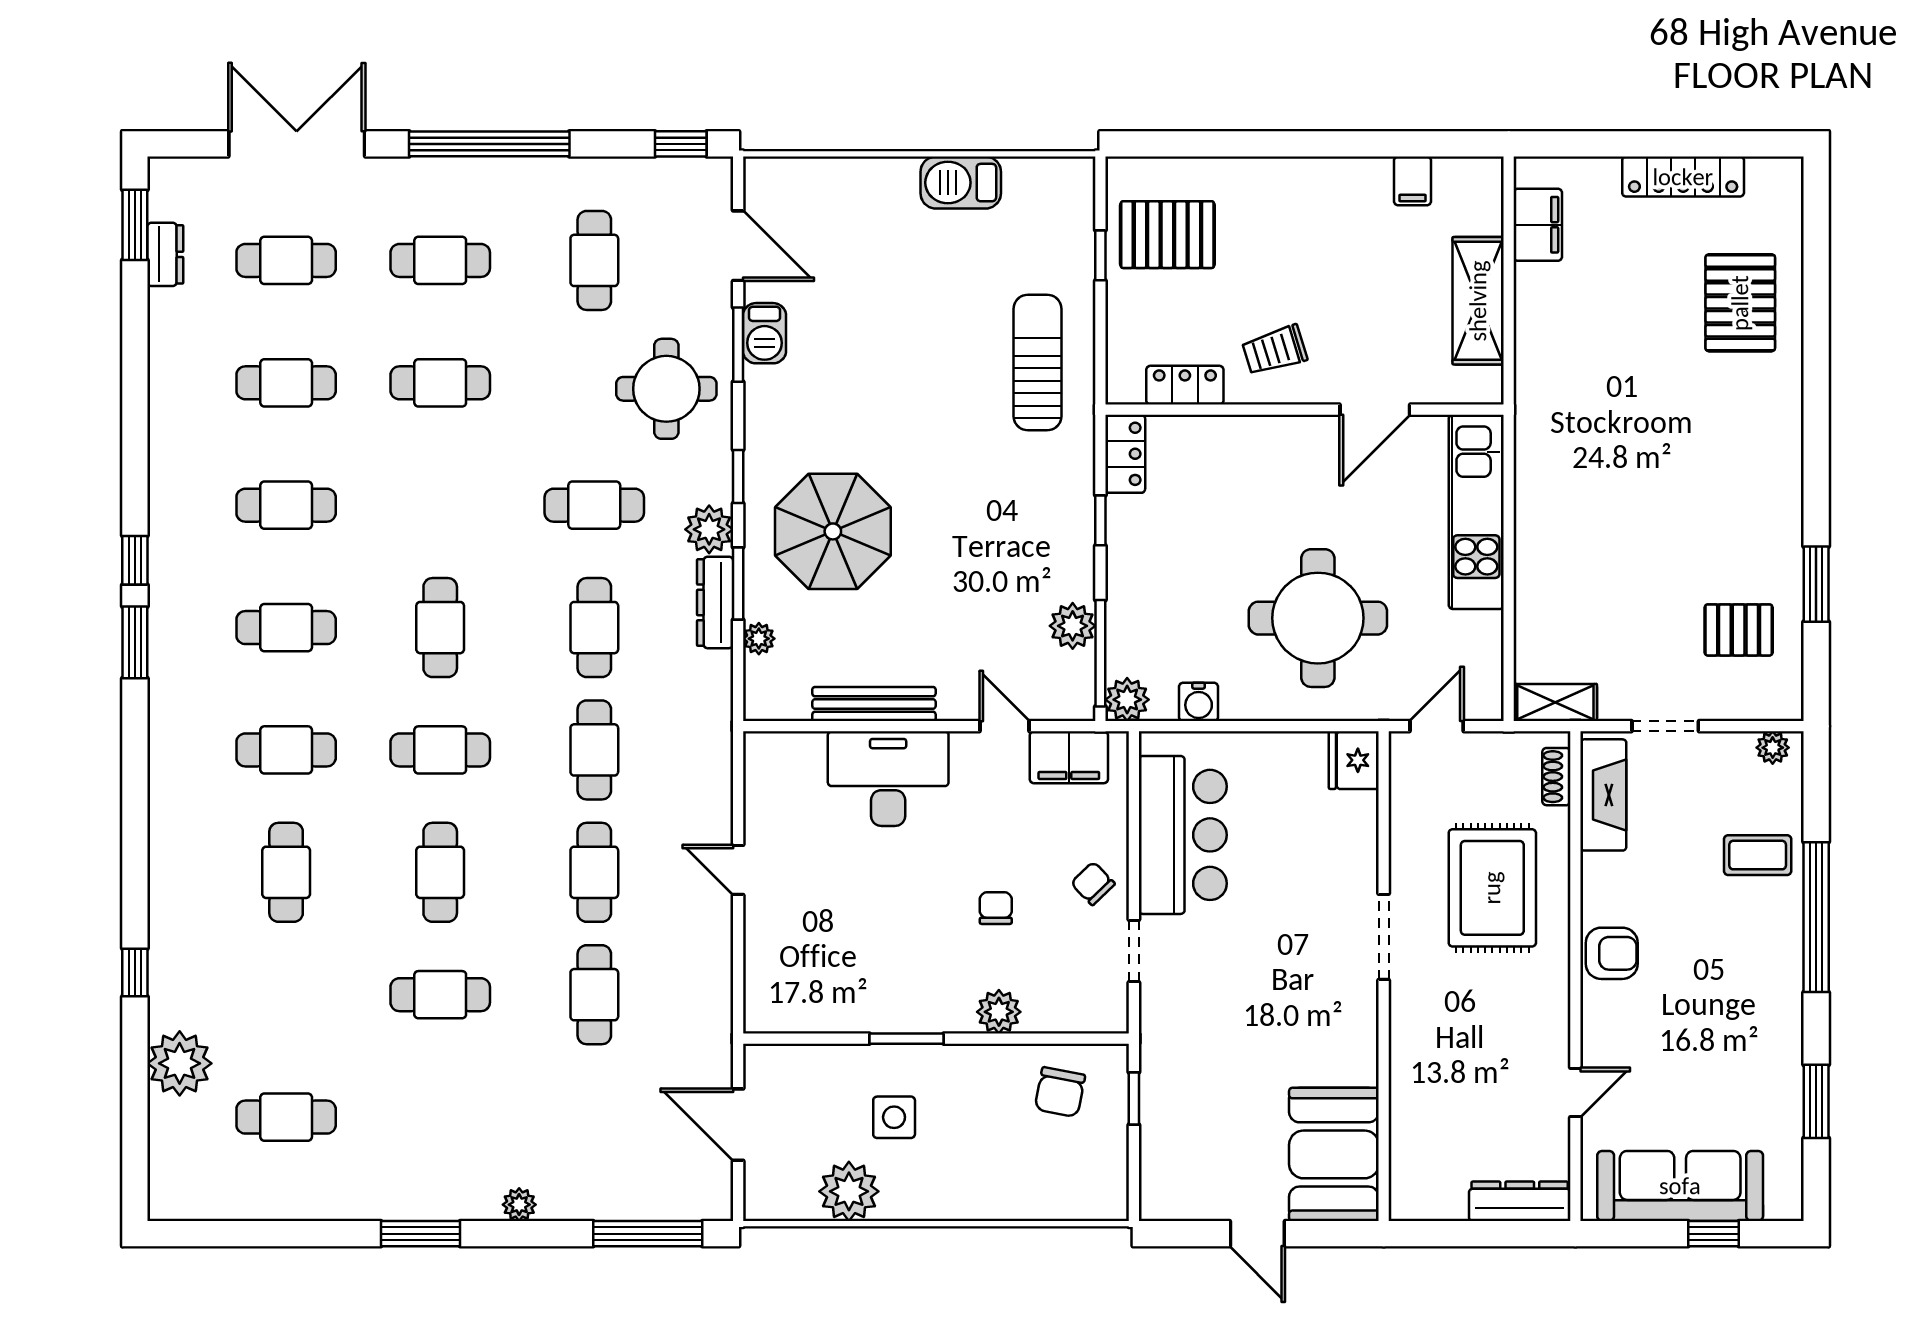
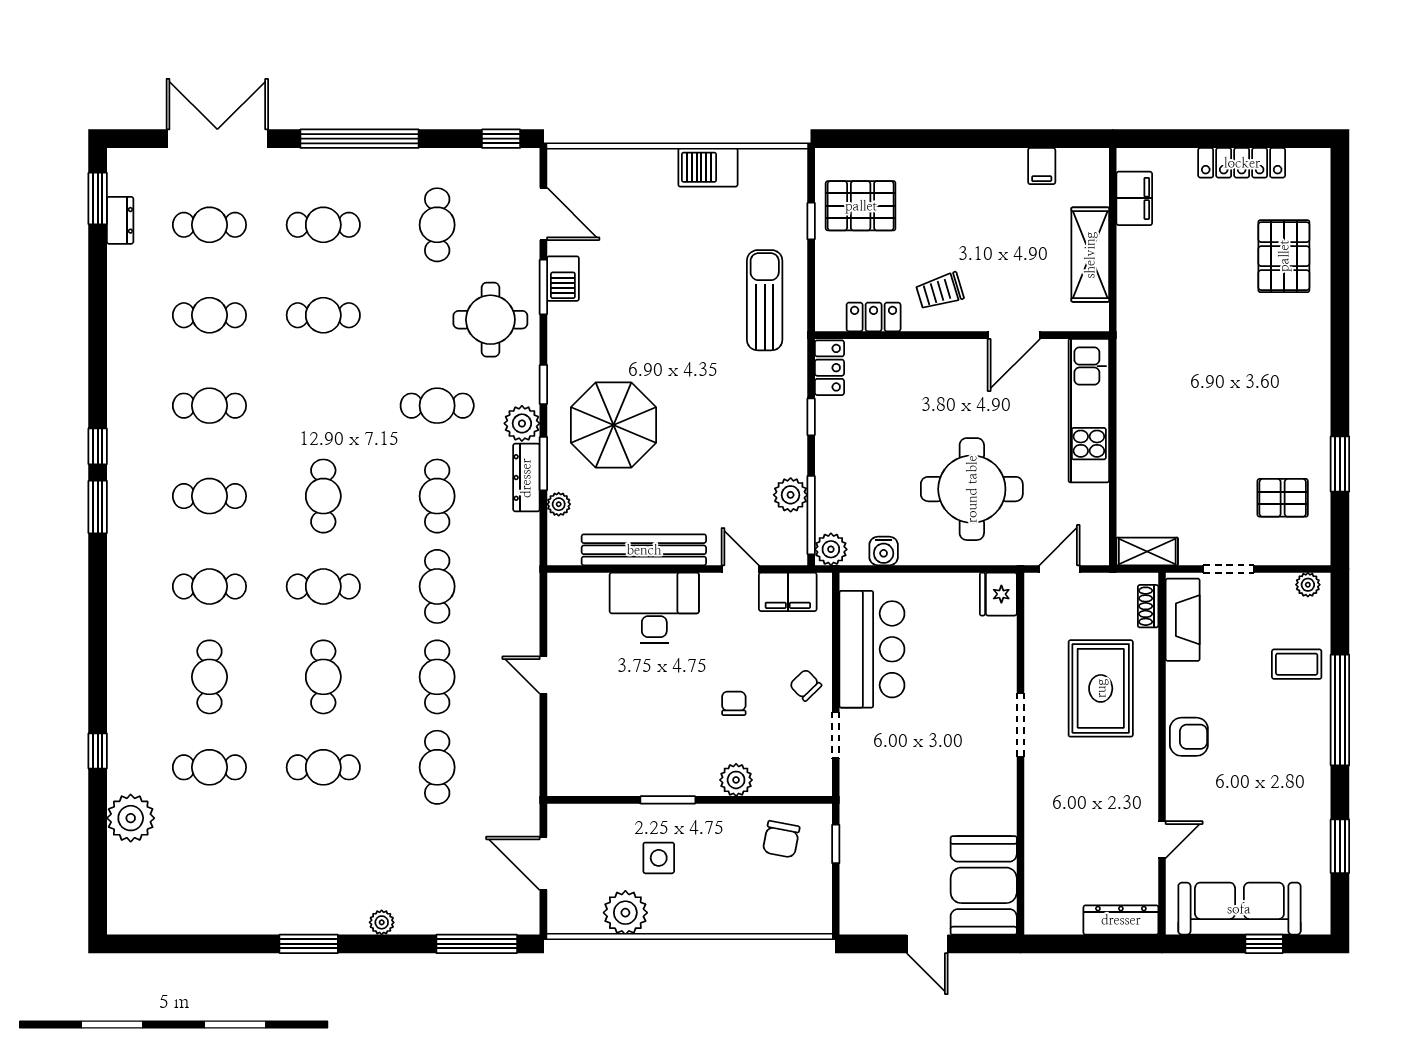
bench: (874, 704) -> (644, 550), width x1.37, depth x1.21
cafe table: (286, 1117) -> (209, 767), moved

